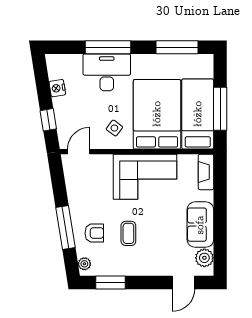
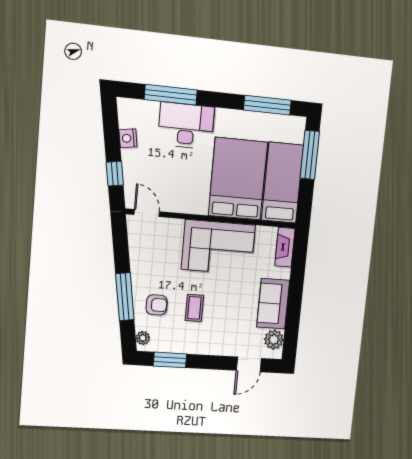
window: (108, 47) -> (171, 95), moved
window: (220, 109) -> (310, 155), moved
side table: (114, 128) -> (189, 190), removed
door: (79, 152) -> (147, 213), hinge flipped

